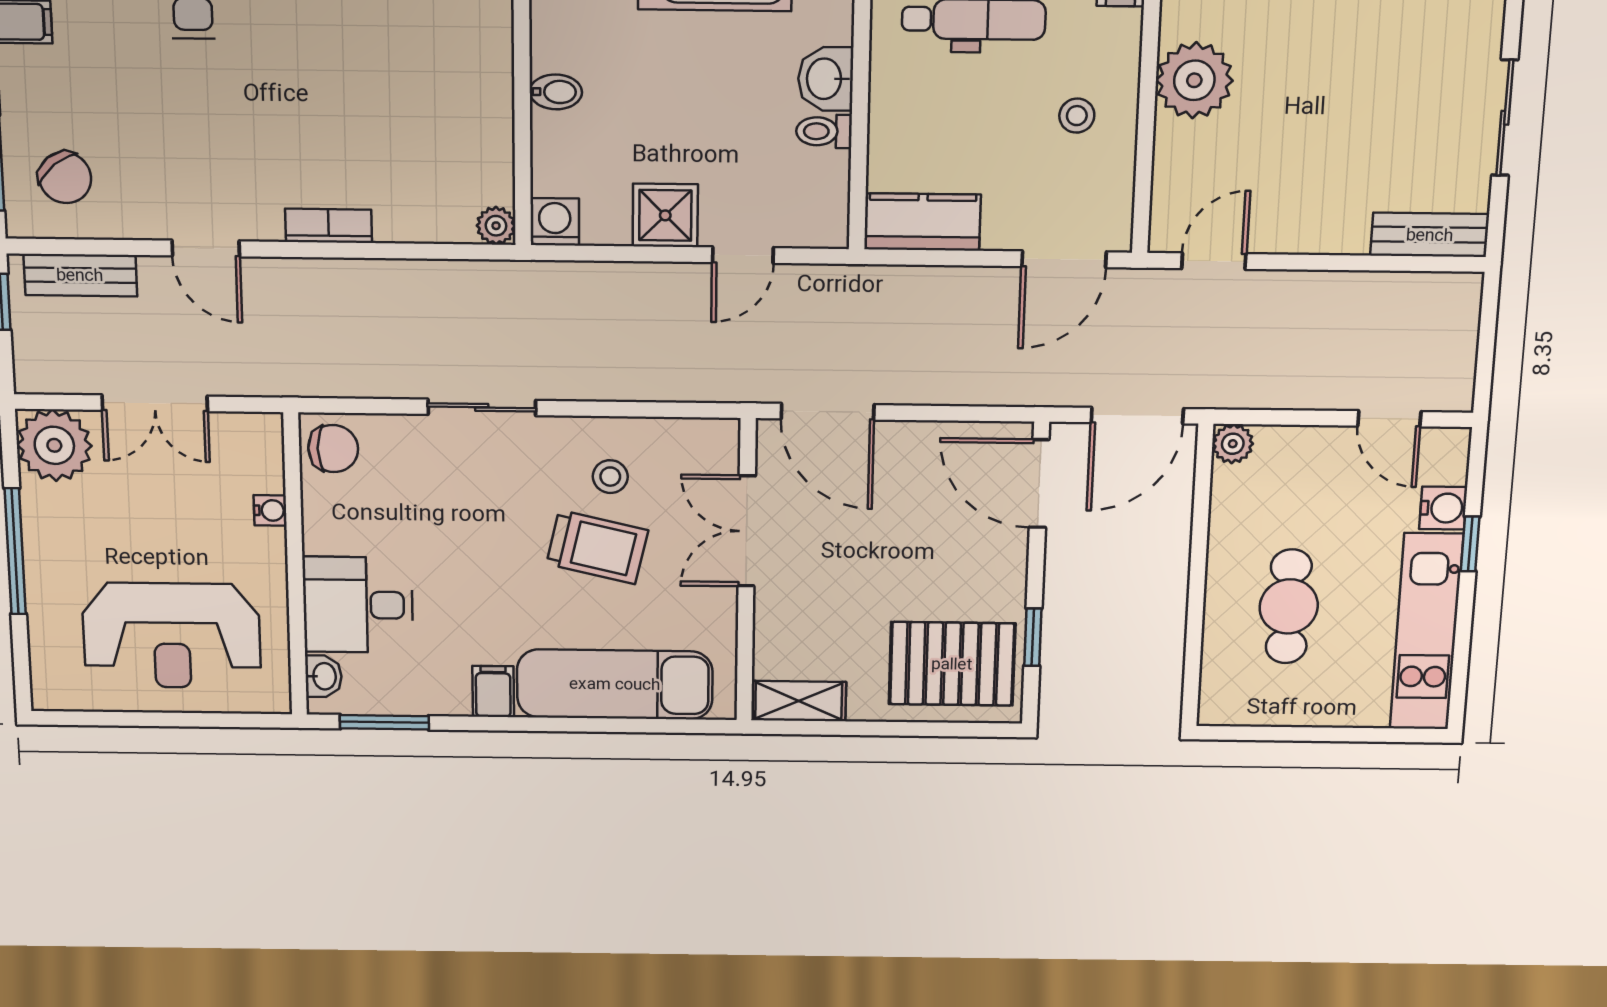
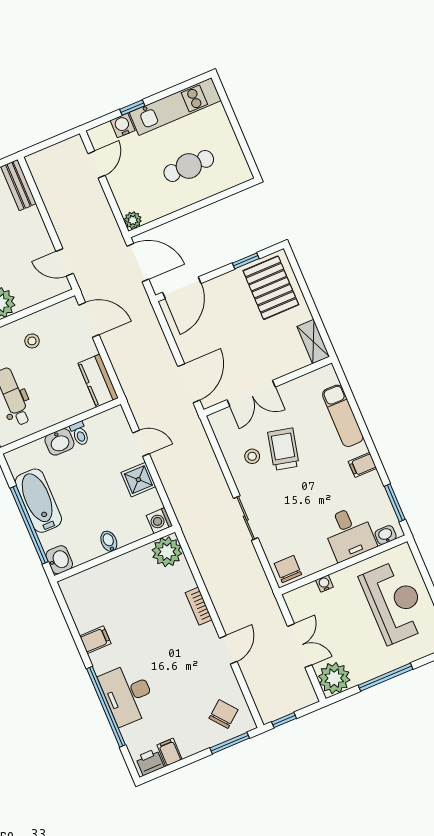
plant: (496, 226) -> (167, 552), width x1.88, depth x1.88
bench: (80, 275) -> (260, 694), removed
exam couch: (615, 684) -> (343, 416), width x0.73, depth x0.69

